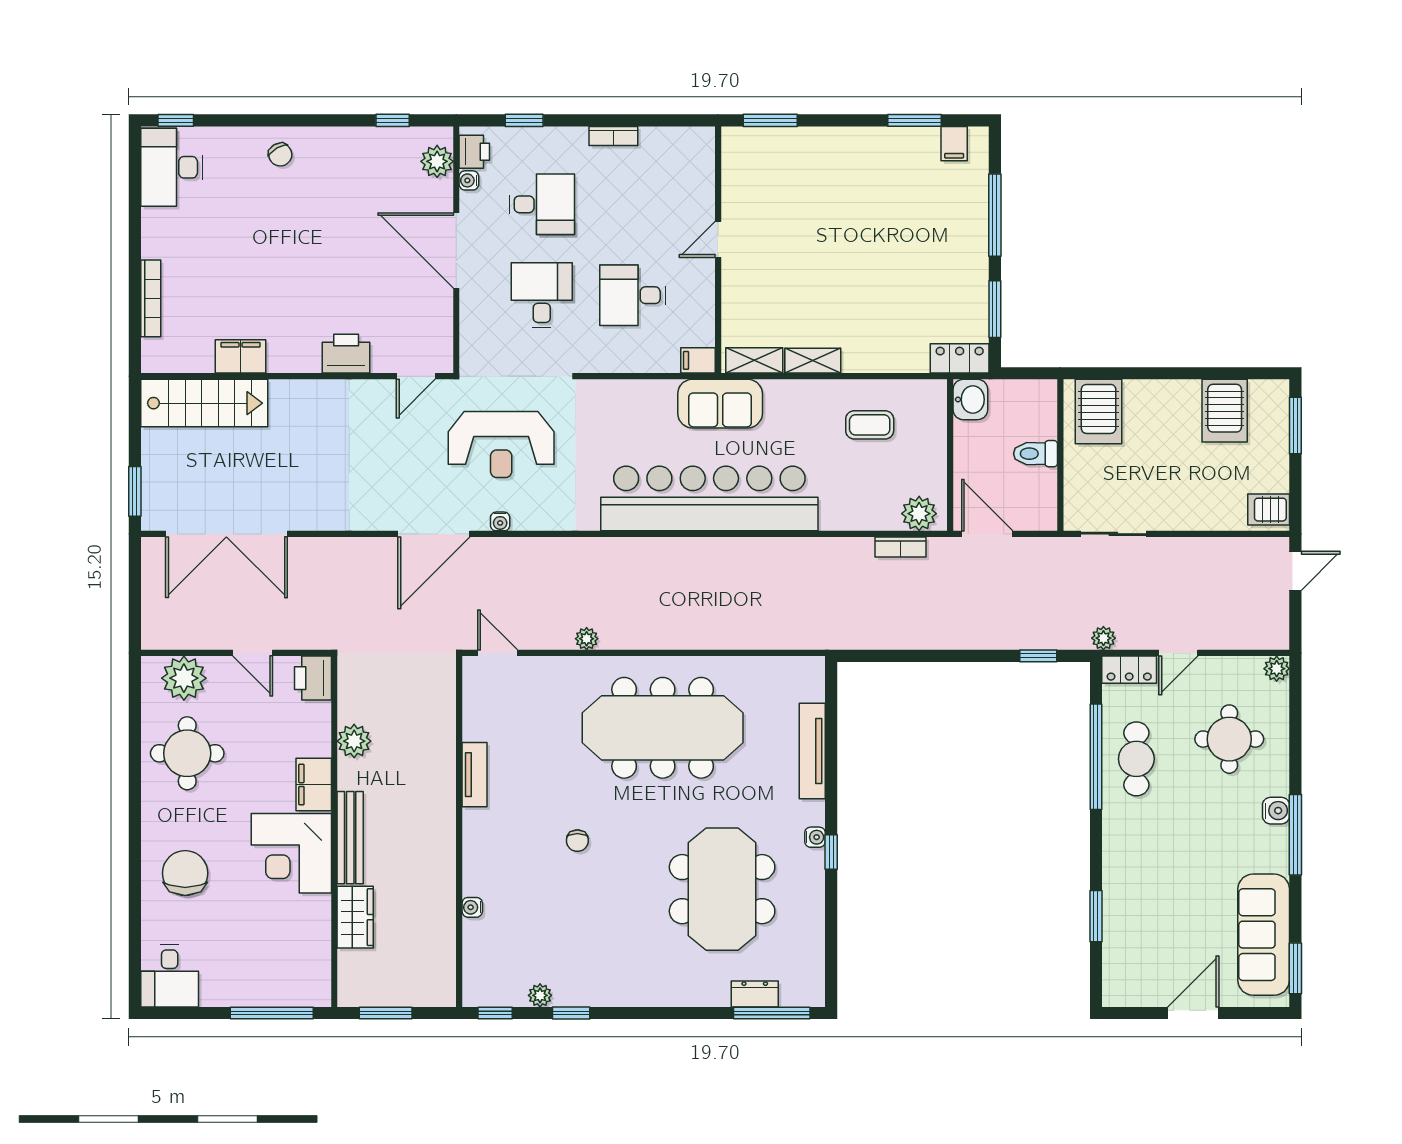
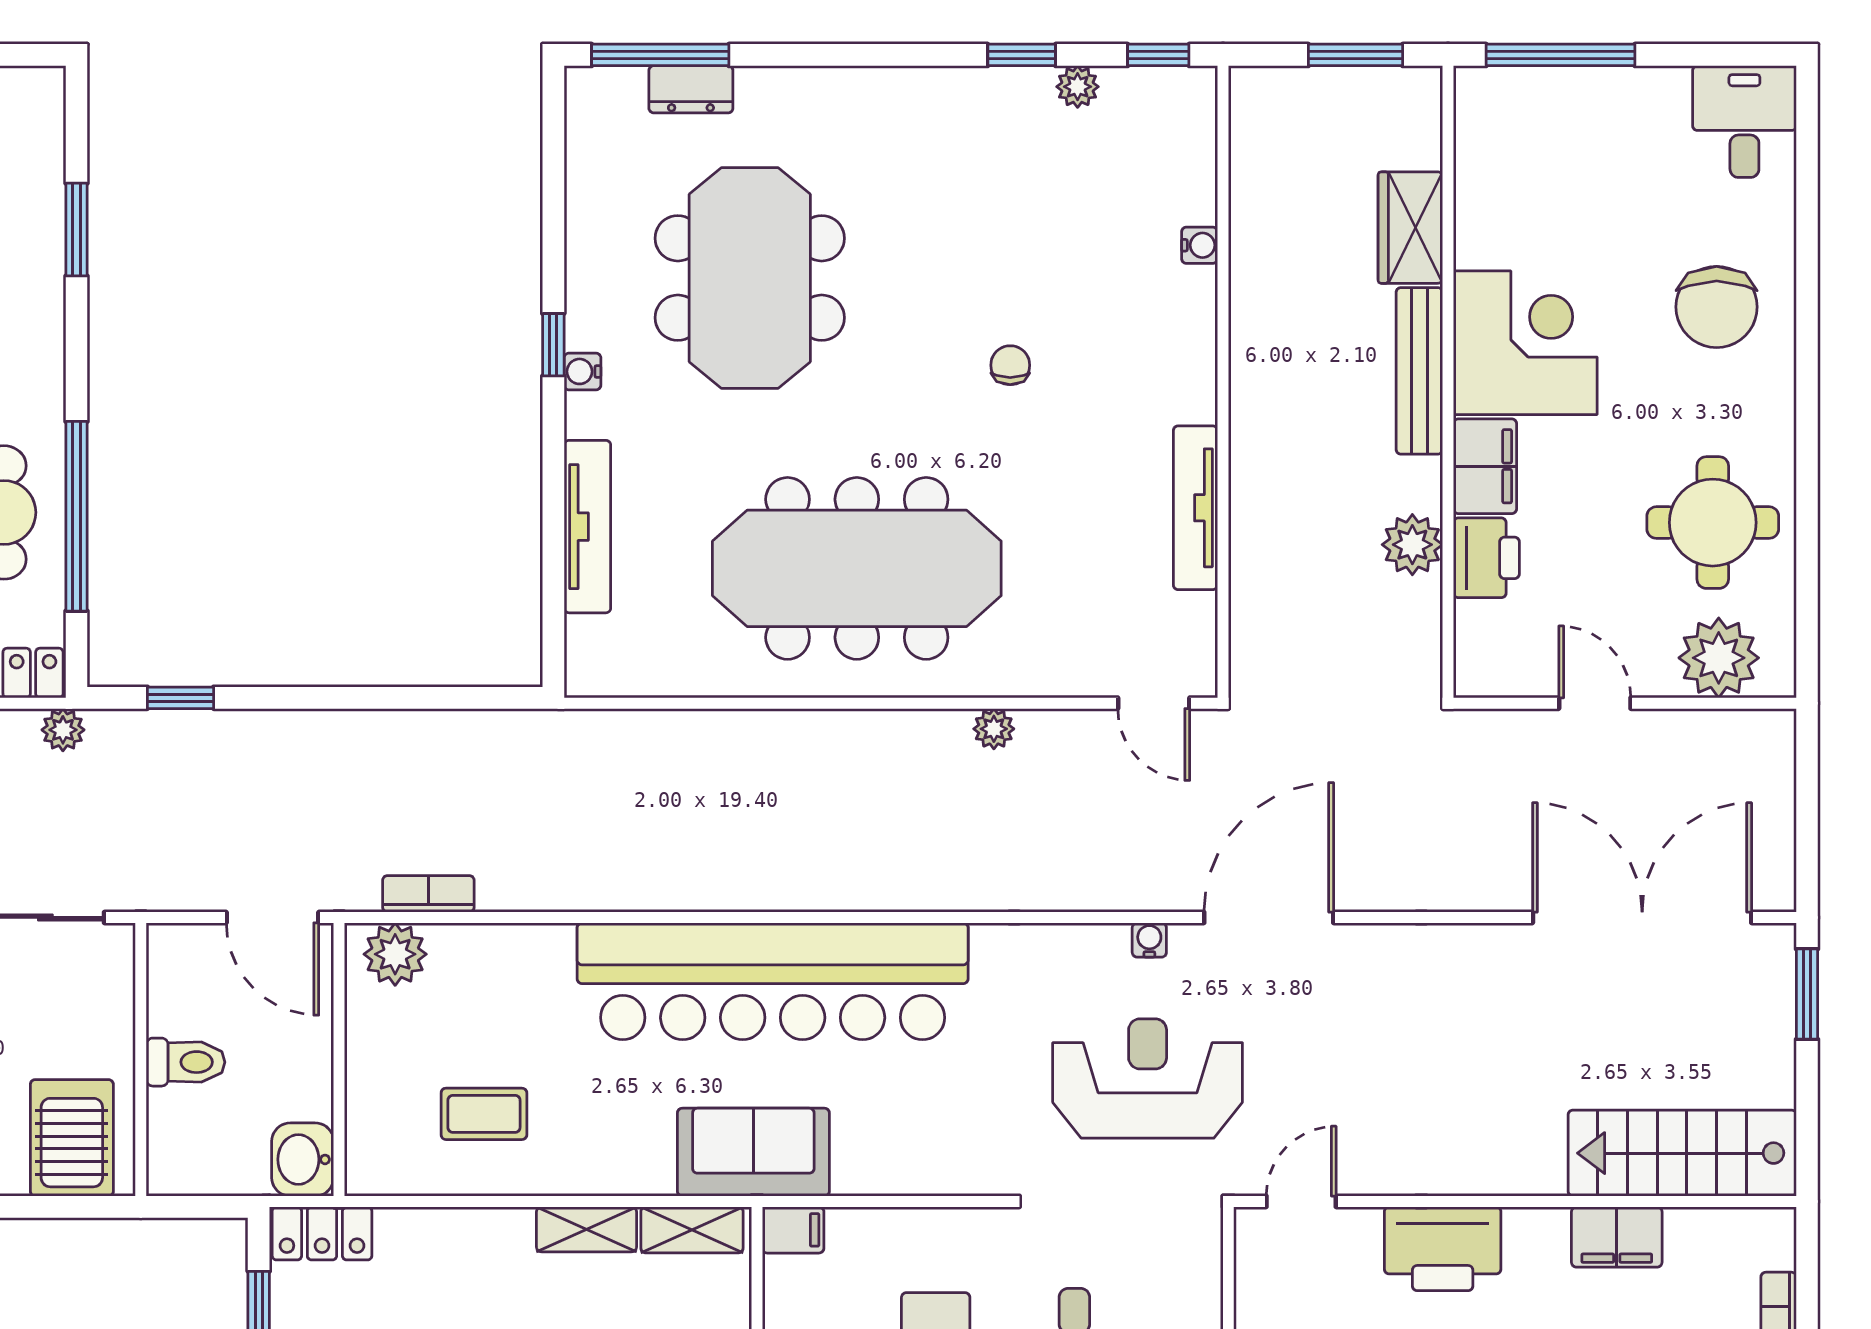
printer: (346, 354) -> (1443, 1249), width x1.37, depth x1.19
printer: (313, 678) -> (1486, 558), moved
tv unit: (475, 775) -> (1195, 508), width x1.41

